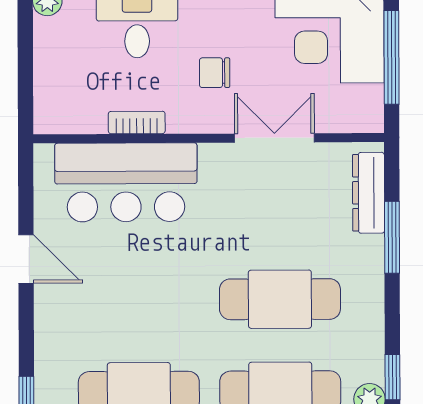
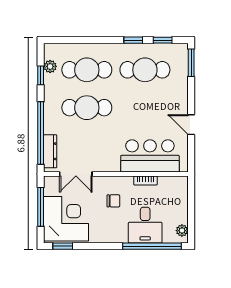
double door: (274, 138) -> (76, 174), moved
window: (392, 237) -> (41, 133), width x2.11

